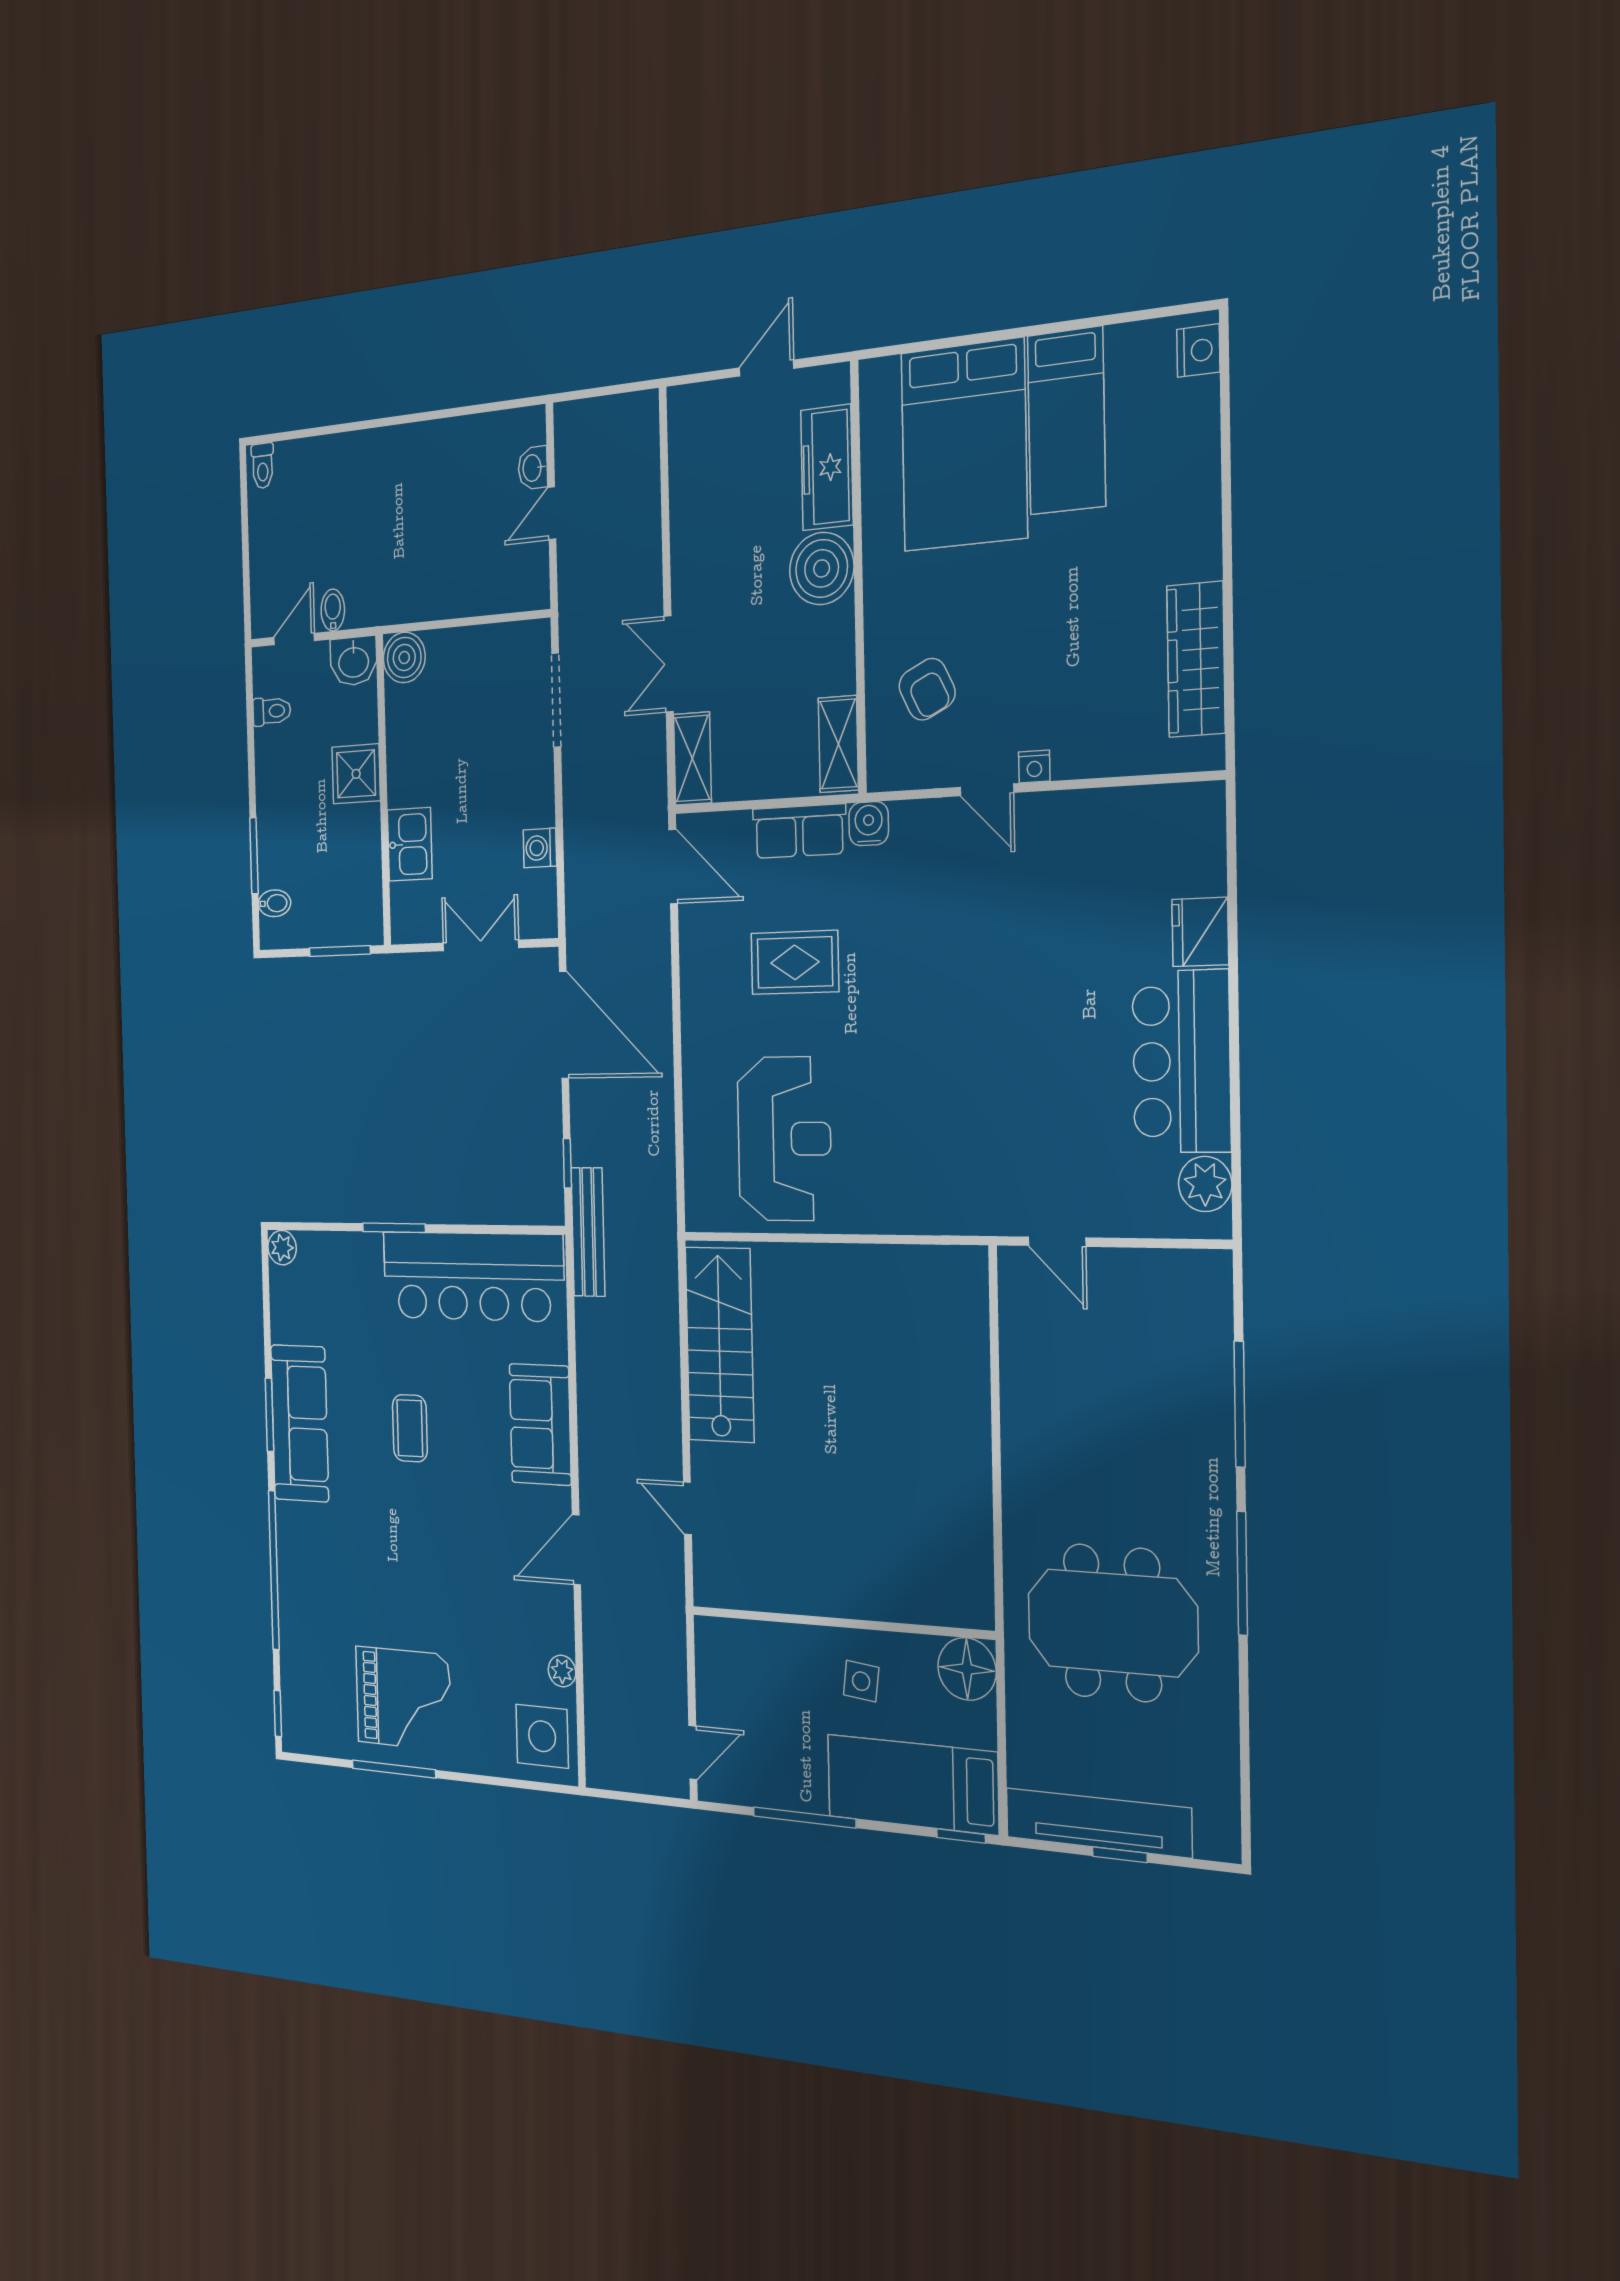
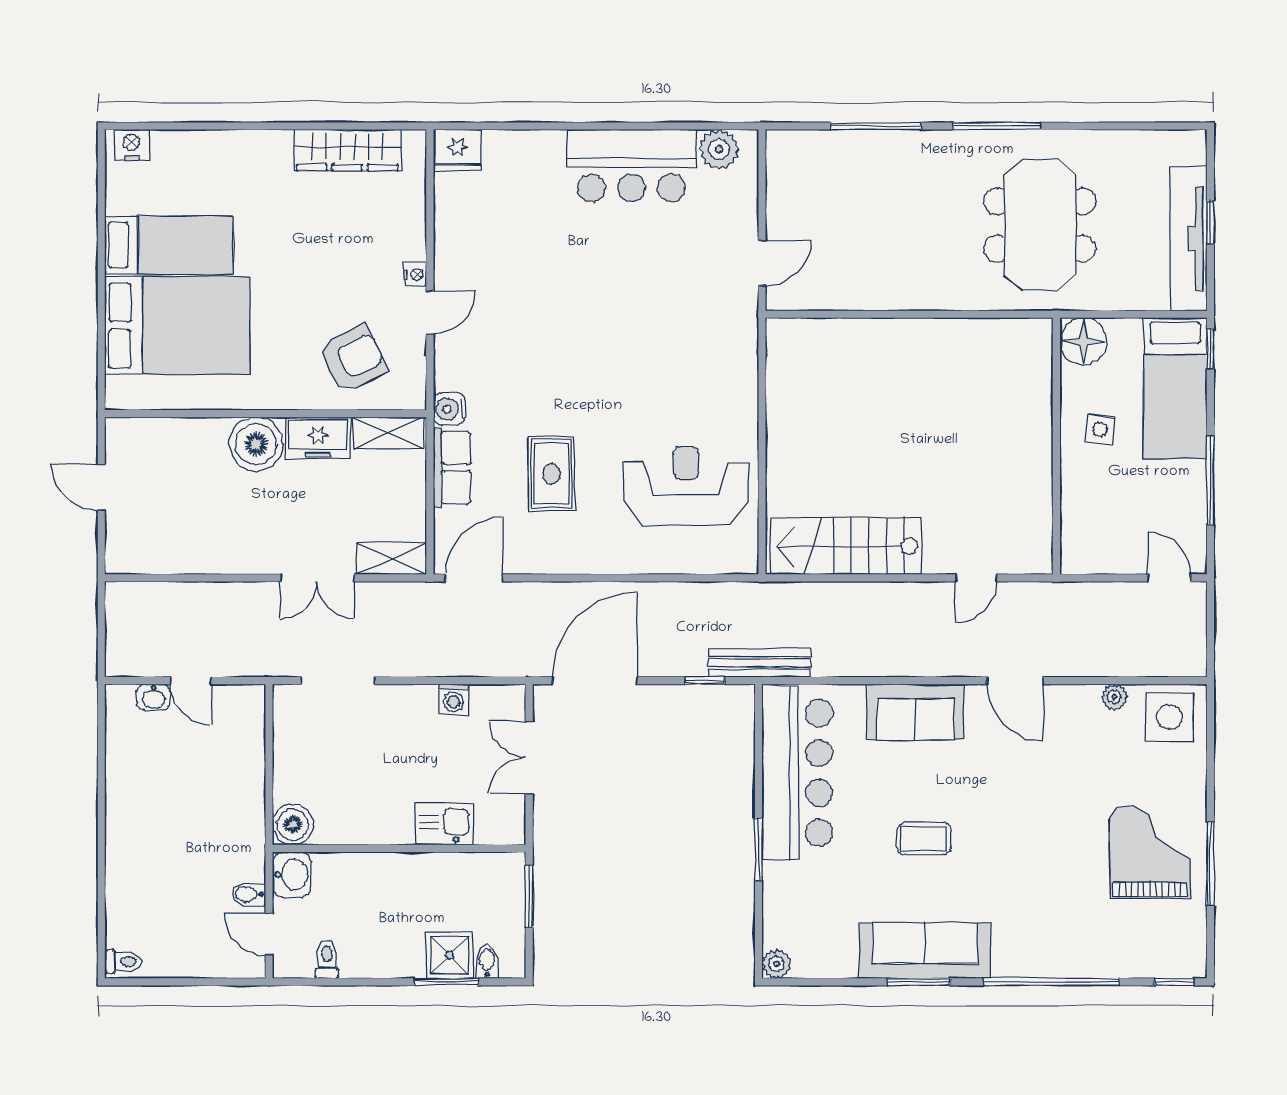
freezer: (827, 468) -> (318, 438), moved, width x0.71
armchair: (927, 689) -> (353, 359), width x1.38, depth x1.38
shower: (356, 774) -> (450, 955), moved
fridge: (1200, 932) -> (457, 150), moved

